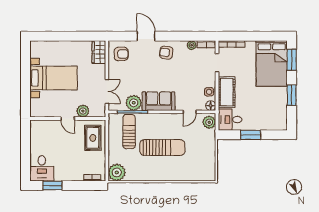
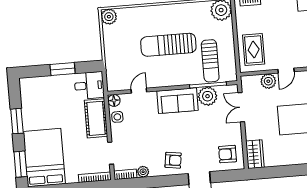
door: (68, 119) -> (286, 71), swing flipped
plant: (209, 122) -> (109, 17), moved

